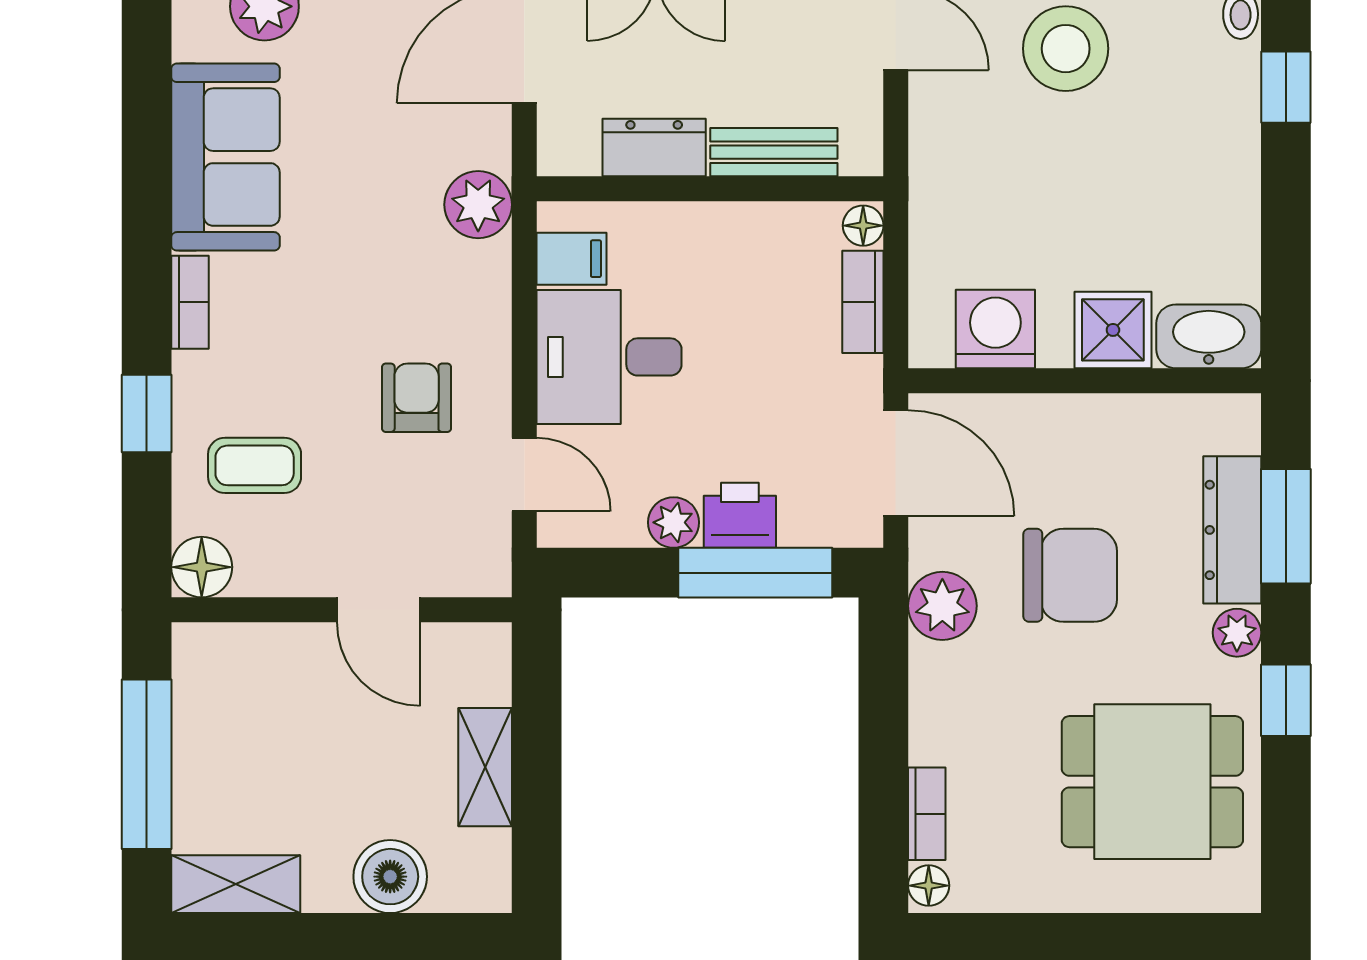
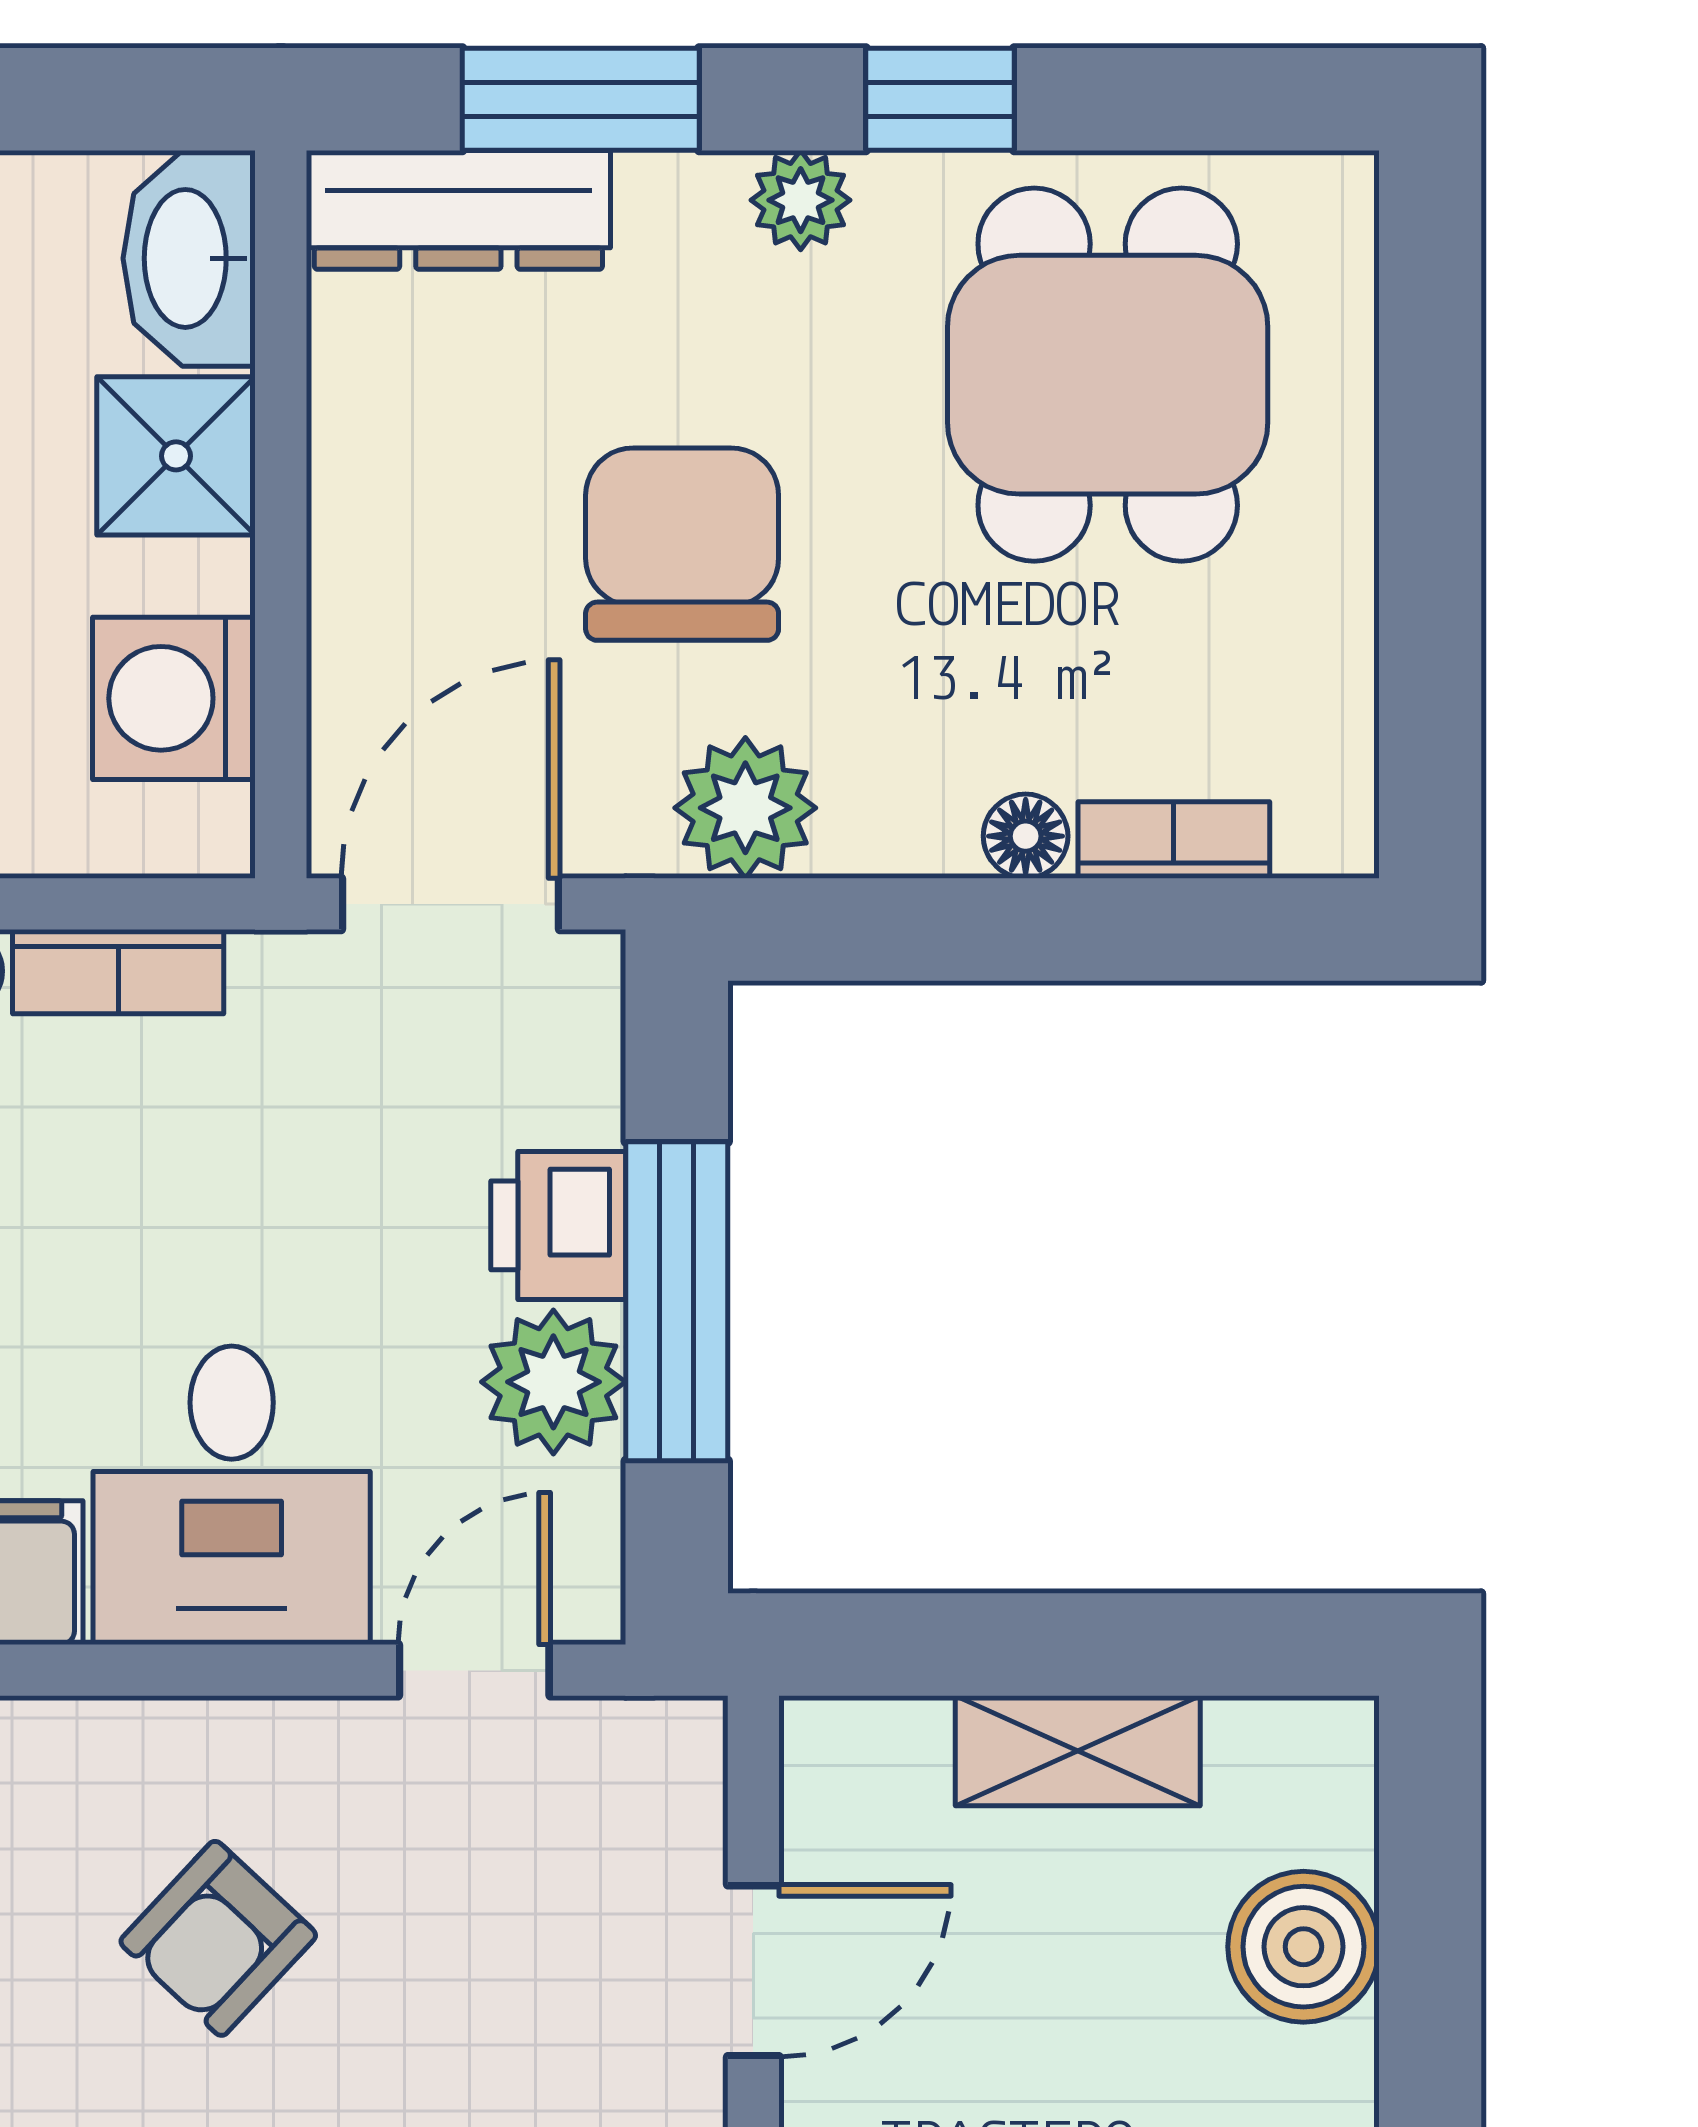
armchair: (417, 398) -> (218, 1938), moved, turned -47
plant: (674, 522) -> (553, 1382), width x1.38, depth x1.38
dresser: (1232, 530) -> (458, 210), moved
window: (755, 573) -> (677, 1301), moved
floor lamp: (929, 886) -> (1026, 836), moved

